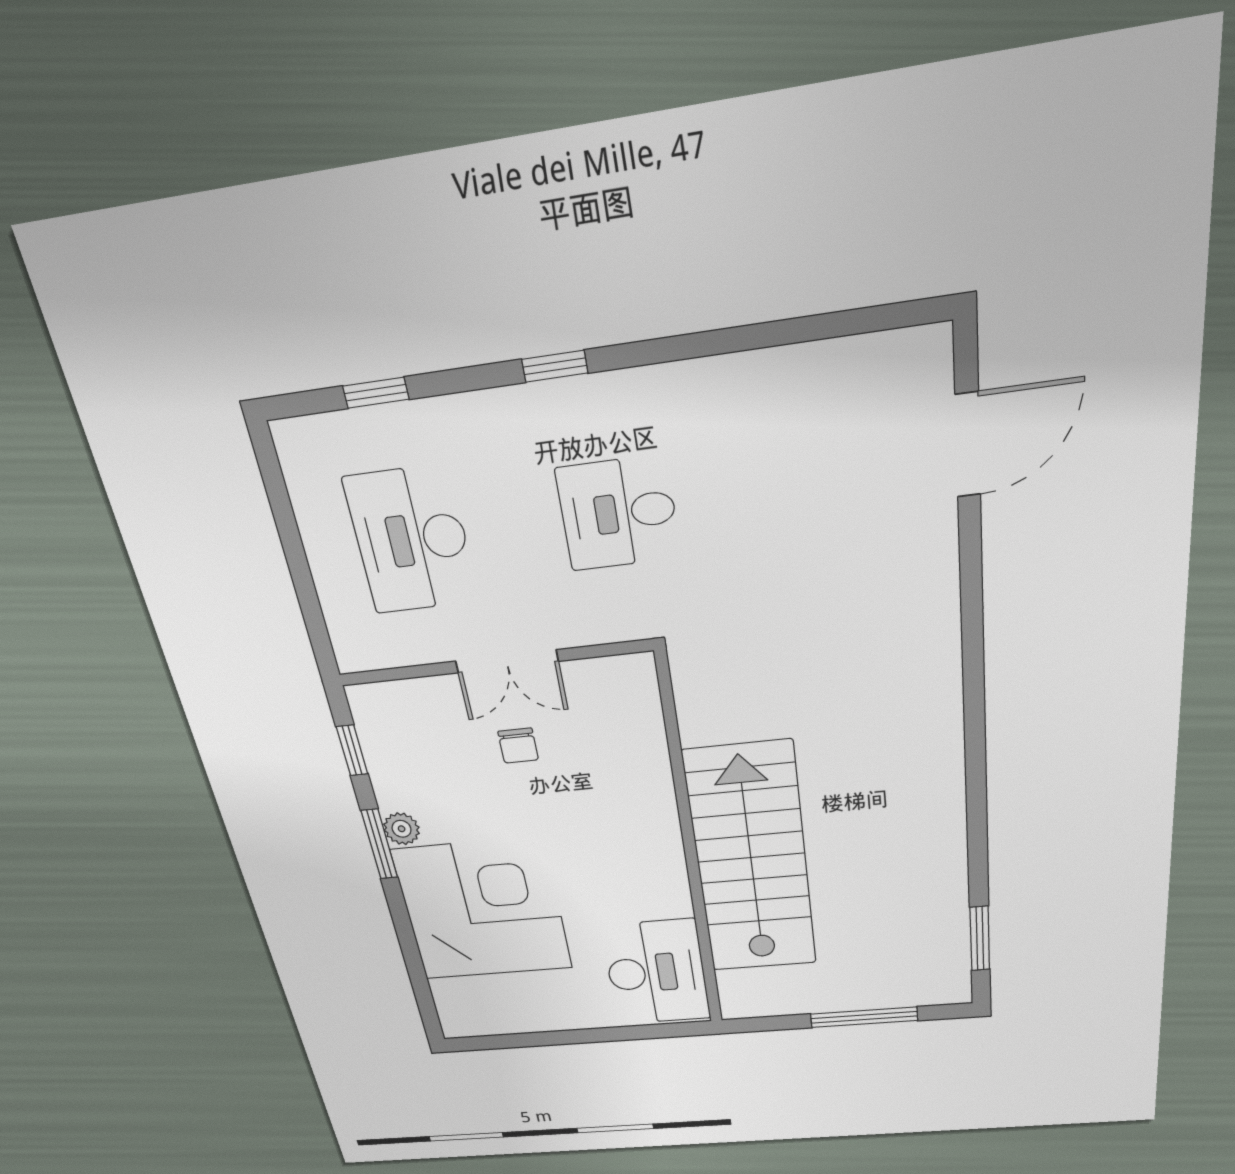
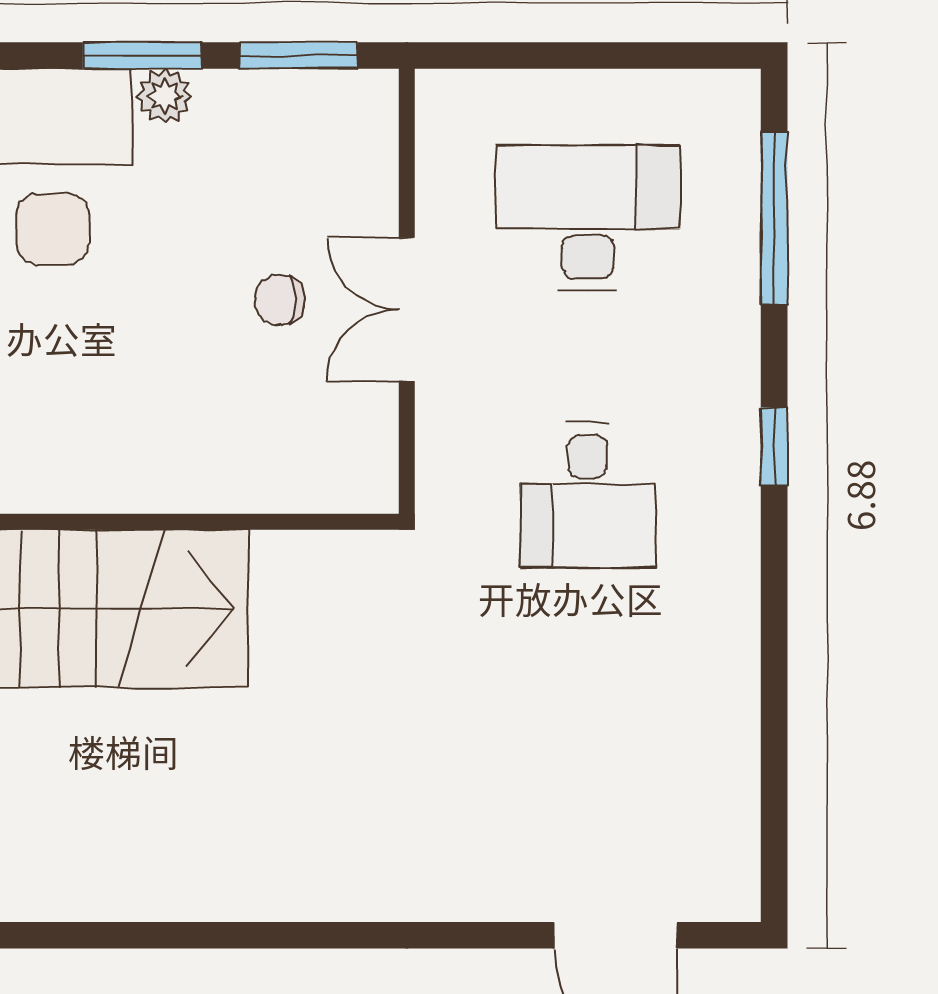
window: (376, 393) -> (774, 218), width x2.17
desk: (618, 513) -> (588, 495), turned 180
window: (352, 750) -> (299, 55), width x1.50

